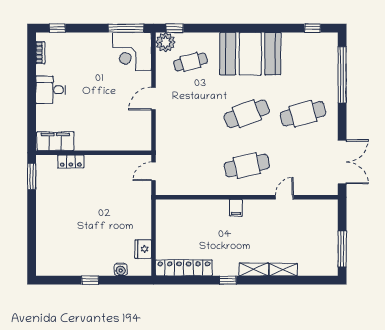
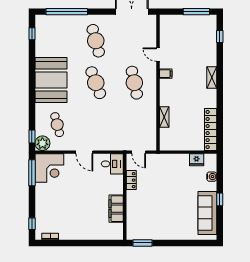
desk: (51, 90) -> (112, 164), moved, turned -90
filing cabinet: (55, 141) -> (116, 209), moved
locker: (71, 161) -> (131, 180), moved
filing cabinet: (236, 208) -> (166, 74), moved
sofa: (72, 264) -> (207, 213), added
shelving: (283, 270) -> (164, 117), moved
window: (228, 280) -> (220, 37), moved

